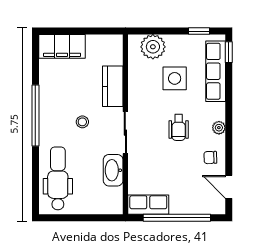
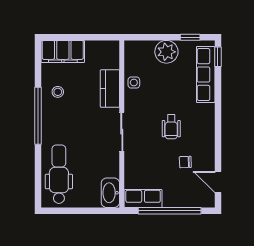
plant: (153, 47) -> (166, 52), moved
side table: (175, 78) -> (134, 82), moved, width x0.54, depth x0.54
stool: (82, 122) -> (58, 92), moved
plant: (219, 128) -> (209, 127), removed
chair: (210, 158) -> (185, 162), moved
washbasin: (113, 170) -> (110, 193), moved

